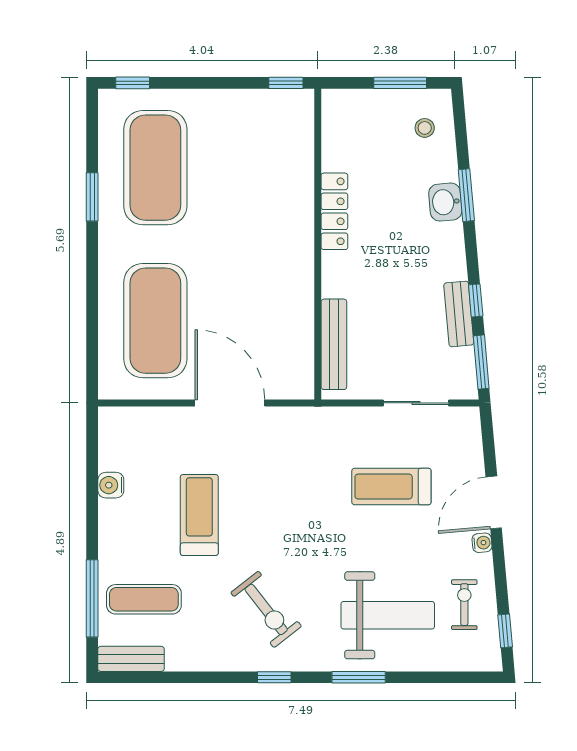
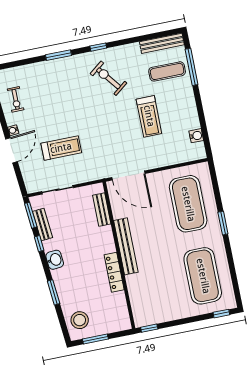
stool: (425, 128) -> (80, 320), width x1.89, depth x1.89
window: (92, 197) -> (223, 223), moved
washbasin: (445, 202) -> (55, 260), moved
bench: (300, 259) -> (126, 246), added
bench: (459, 314) -> (43, 225), moved
bench: (334, 344) -> (102, 210), width x0.73
door: (230, 403) -> (128, 175), moved
water cooler: (111, 485) -> (196, 136), moved
weight bench: (388, 615) -> (51, 87), removed
bench: (131, 659) -> (162, 43), width x1.36

